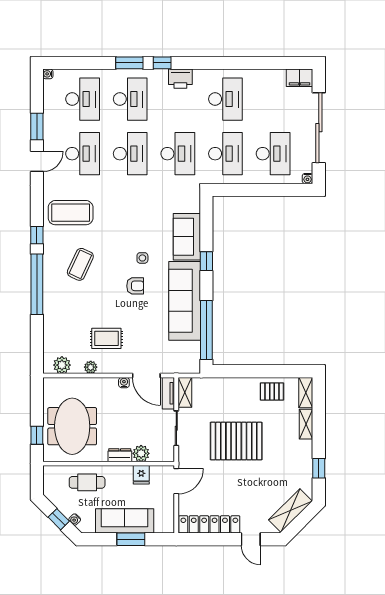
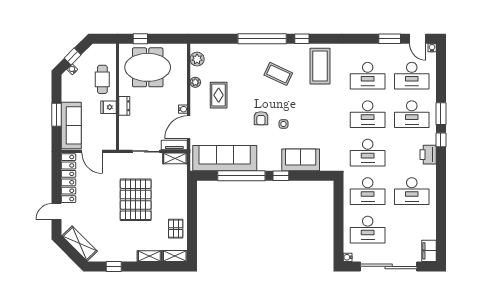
door: (37, 161) -> (418, 39), moved
sofa: (185, 301) -> (225, 158), moved
window: (206, 330) -> (241, 176), moved
plant: (141, 453) -> (126, 123), removed
fridge: (141, 475) -> (108, 107), moved
door: (176, 481) -> (92, 151), moved
sofa: (125, 521) -> (71, 125), moved

